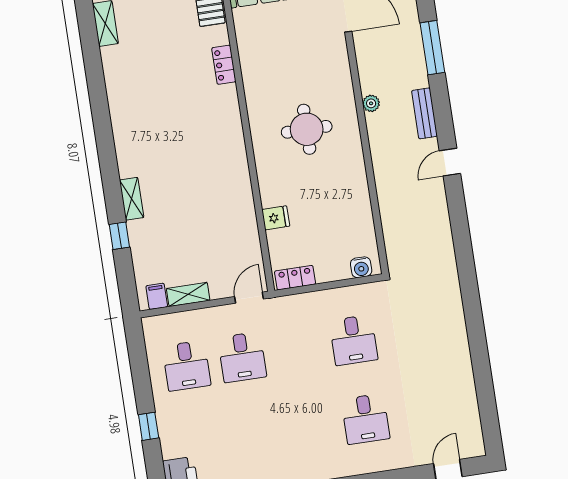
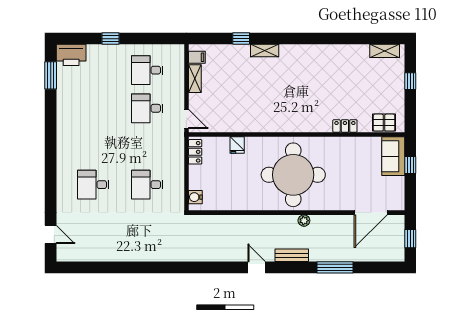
round table: (307, 129) -> (293, 175), width x1.86, depth x1.86

